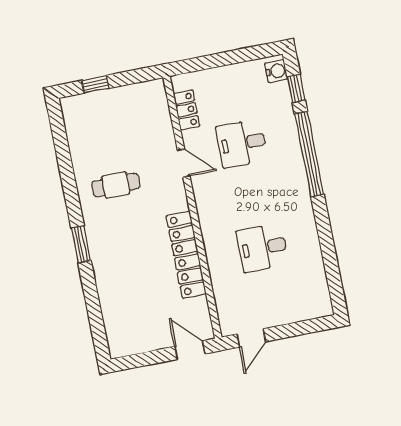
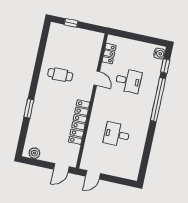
desk: (242, 143) -> (128, 81), turned 180
window: (81, 244) -> (29, 108), moved
plant: (130, 344) -> (34, 153), added
door: (190, 350) -> (61, 168), swing flipped

